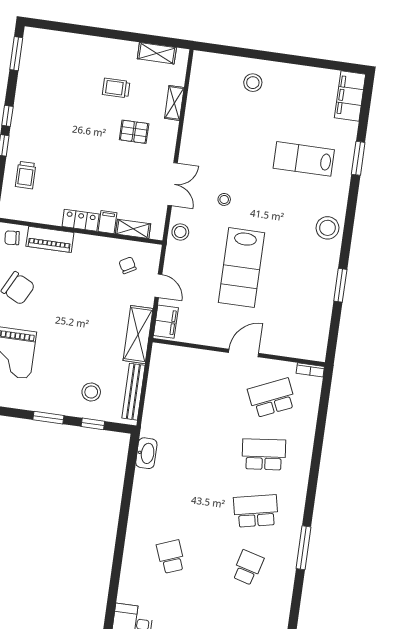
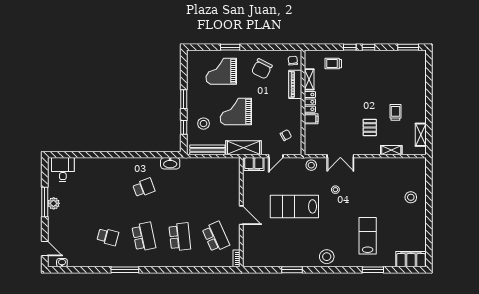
shelving: (133, 229) -> (309, 79), moved
grand piano: (79, 338) -> (236, 112), added
school desk: (171, 557) -> (144, 188), moved

